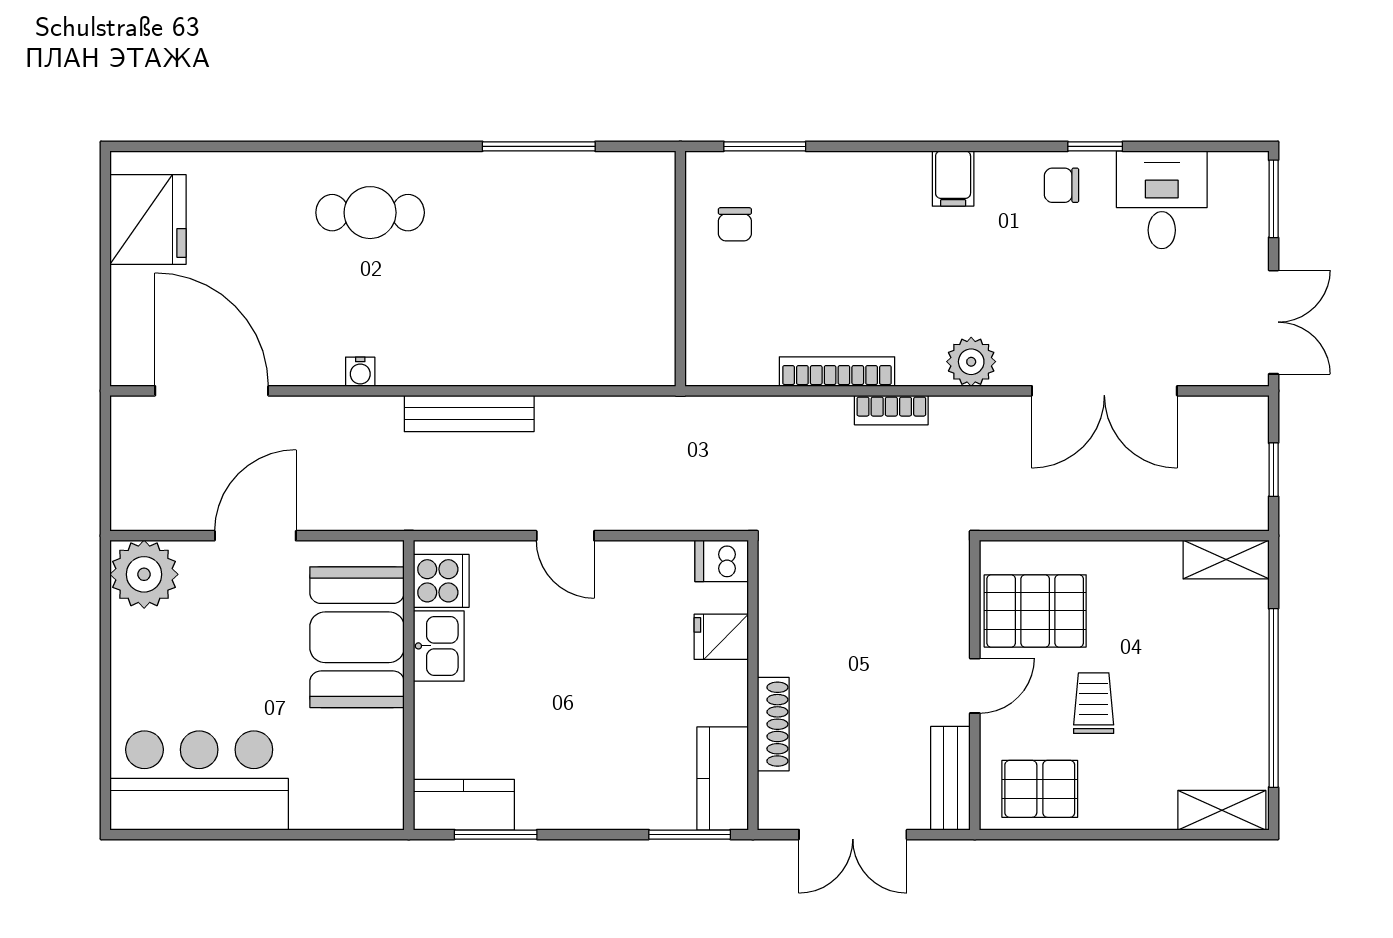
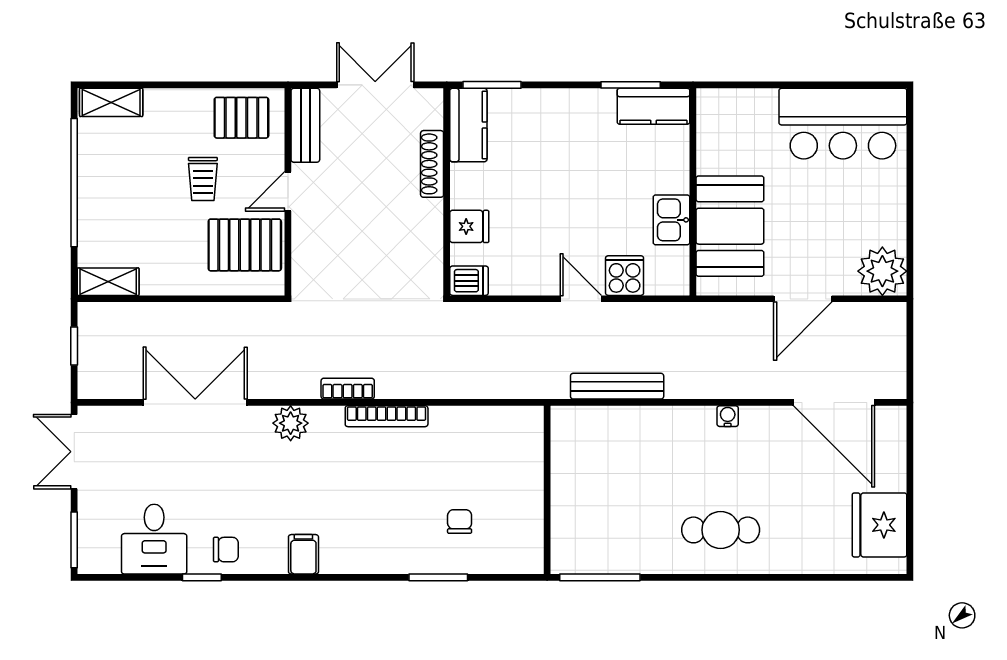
wall: (680, 269) -> (547, 490), moved
bench: (469, 414) -> (617, 386), moved
cooker: (441, 581) -> (625, 276), moved, turned 90

